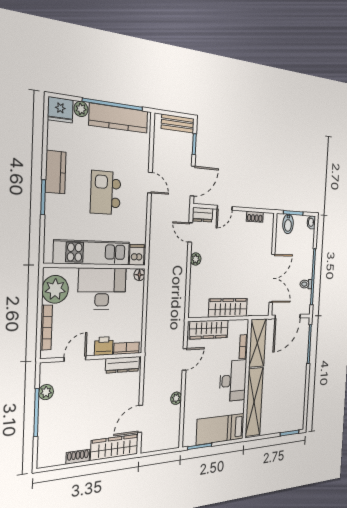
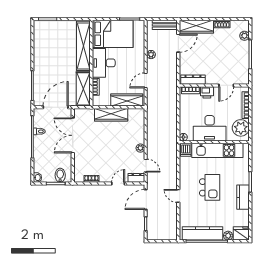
bench: (178, 124) -> (165, 25), moved
plant: (46, 392) -> (244, 36), moved
bed: (220, 429) -> (113, 34), width x1.50

